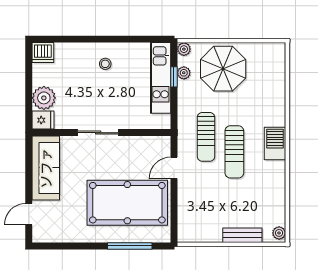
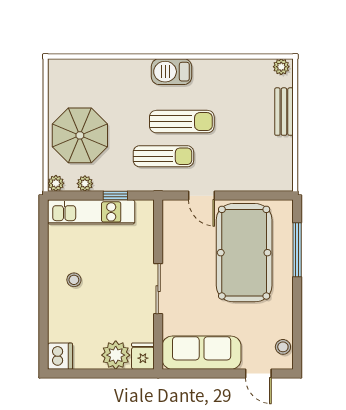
window: (174, 77) -> (115, 196), moved
stool: (50, 234) -> (283, 347), added

